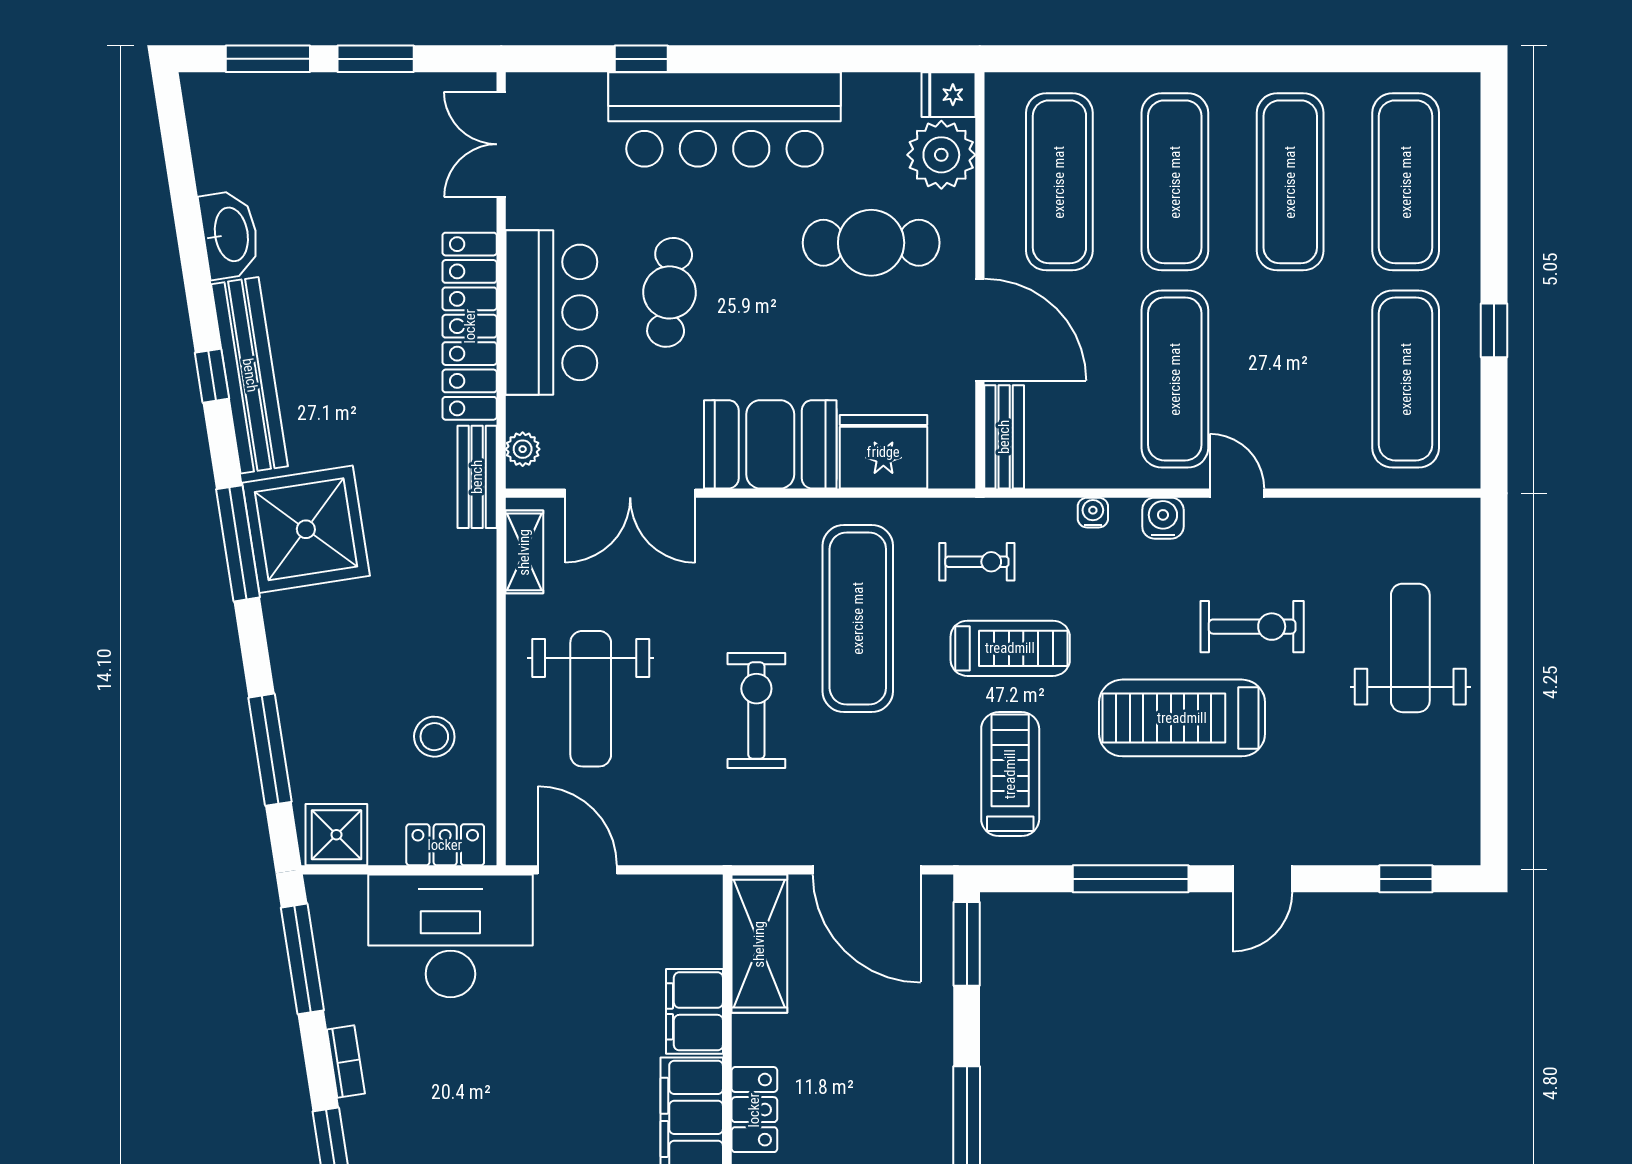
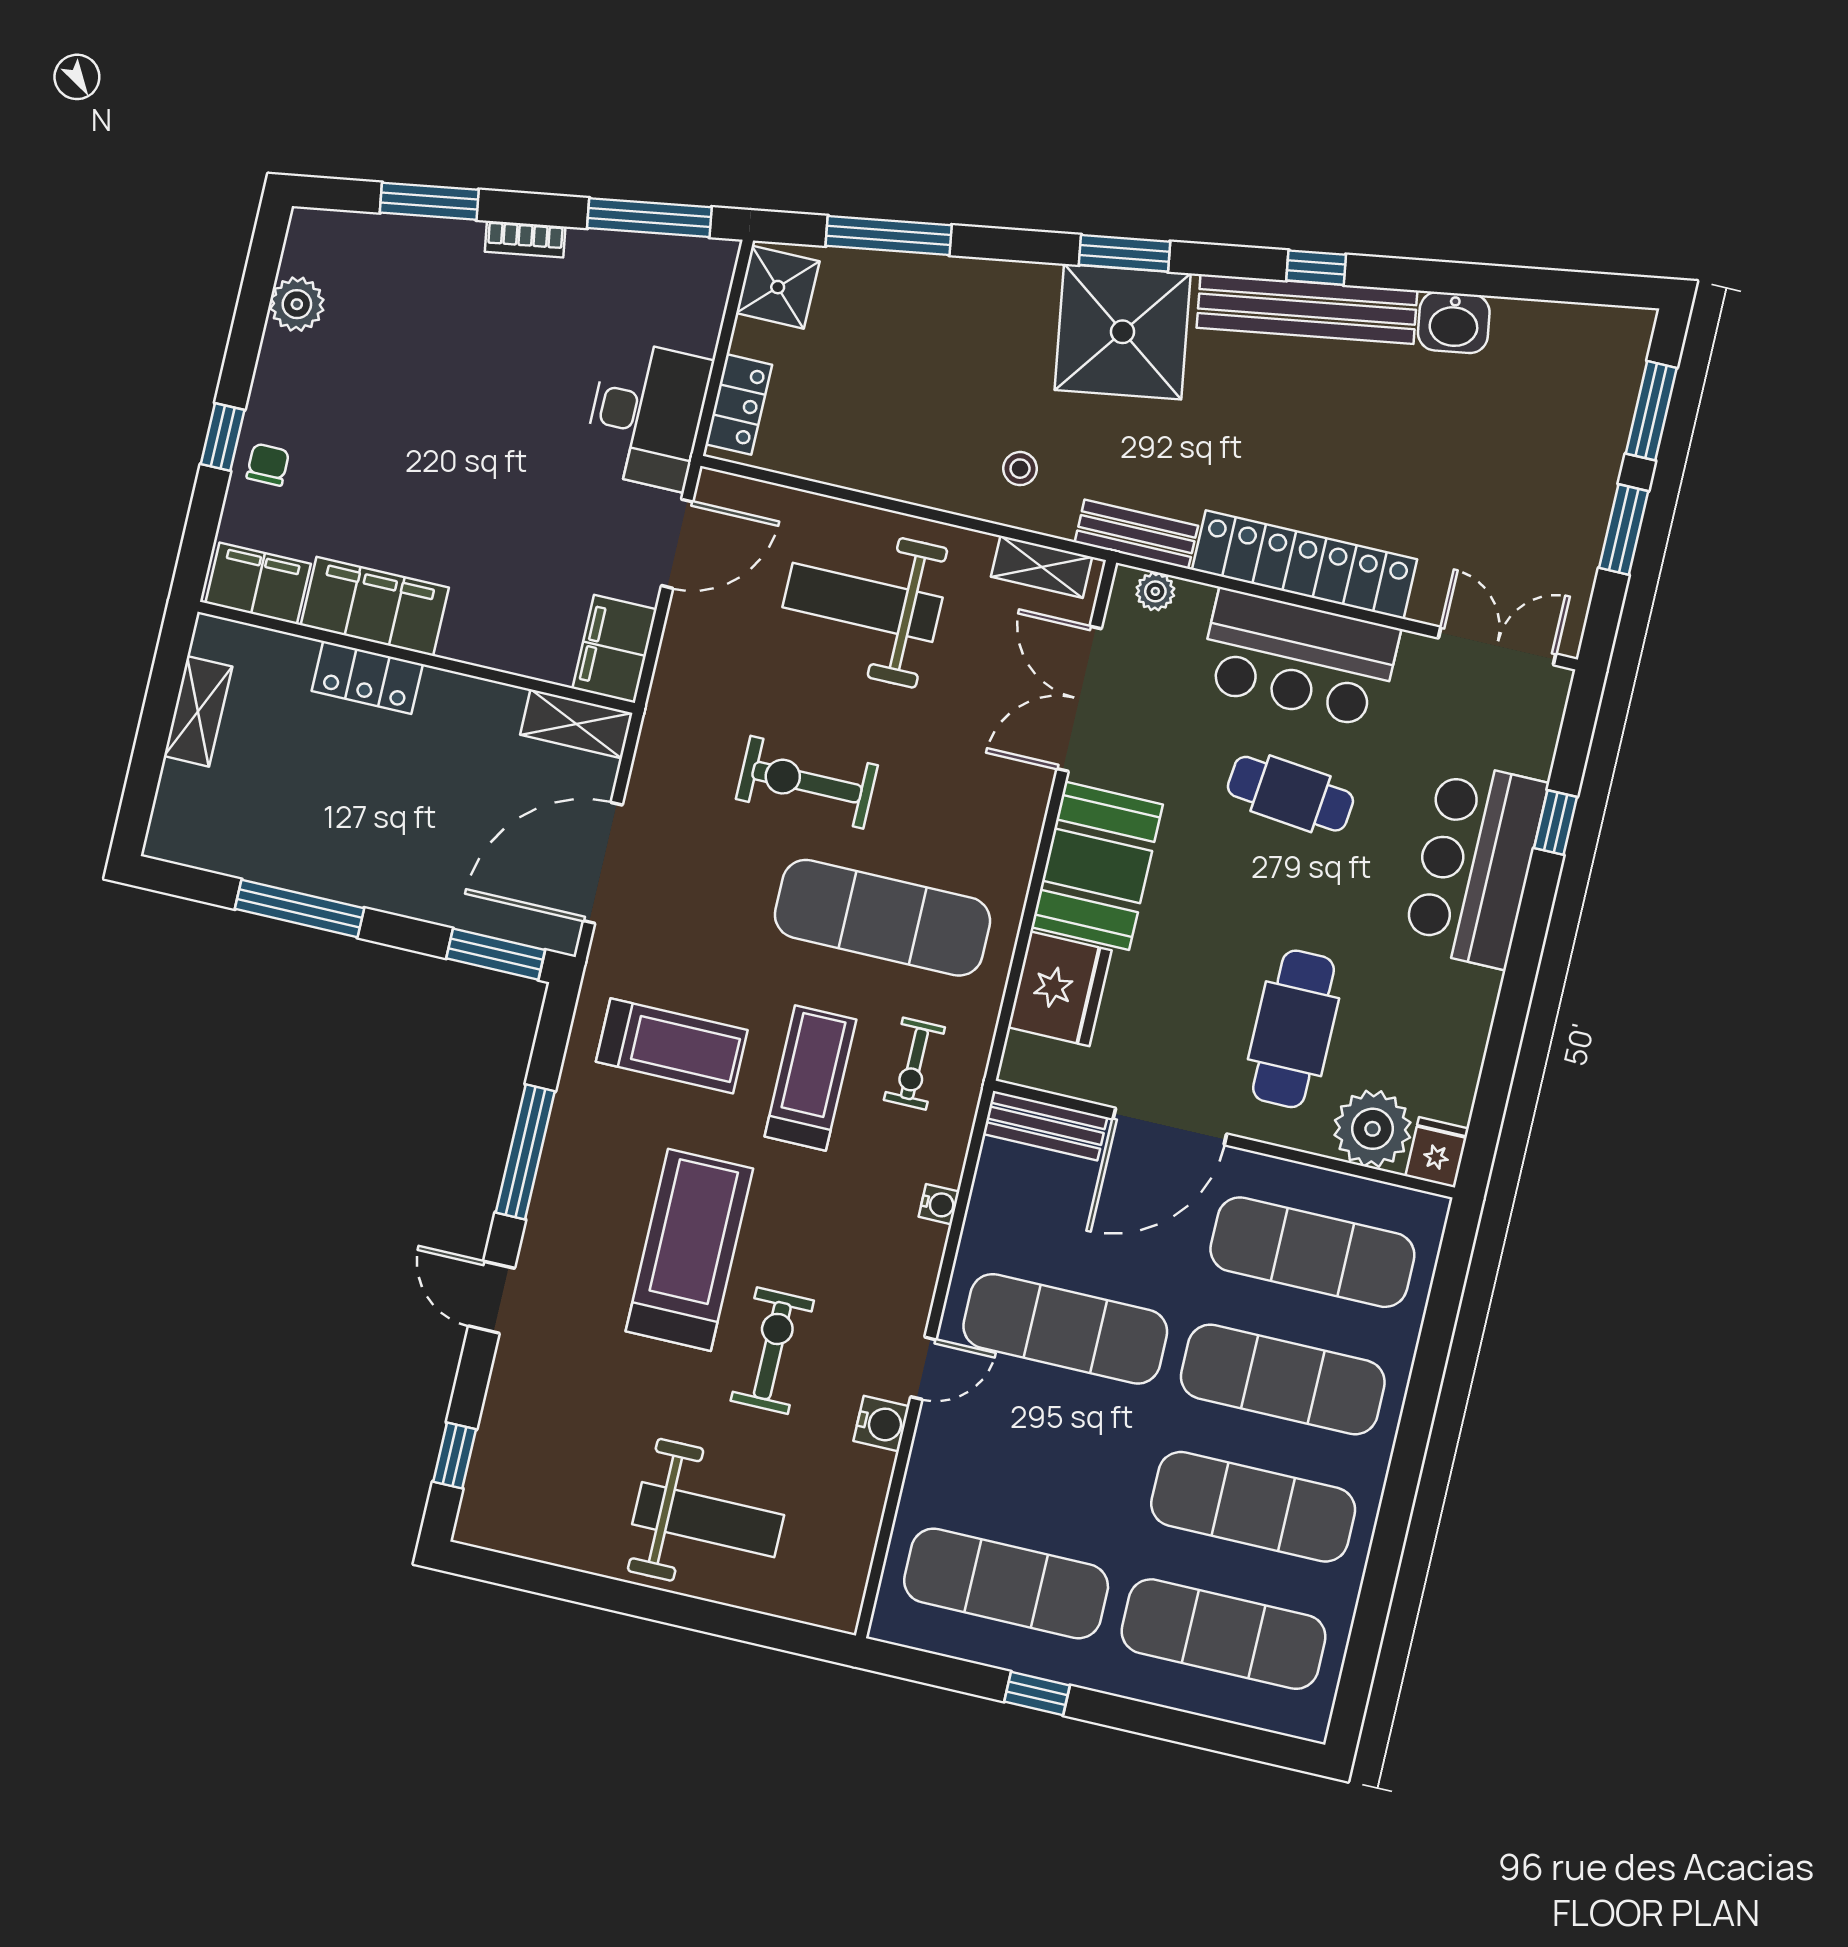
bar counter: (725, 119) -> (1475, 865), width x0.73
washbasin: (230, 235) -> (1454, 322), width x0.72
water cooler: (1163, 518) -> (881, 1424), moved
window: (238, 543) -> (1124, 253), width x0.69
exercise bike: (1252, 627) -> (772, 1351), turned 180
treadmill: (1010, 648) -> (810, 1078), turned 180
exercise bike: (756, 711) -> (807, 782), turned 180
stool: (434, 737) -> (1020, 469), moved, width x0.73, depth x0.73
desk: (450, 936) -> (647, 415), width x0.73, depth x0.77
shelving: (759, 944) -> (576, 724), width x0.67, depth x0.75
filing cabinet: (694, 1011) -> (615, 649), moved, turned -90

